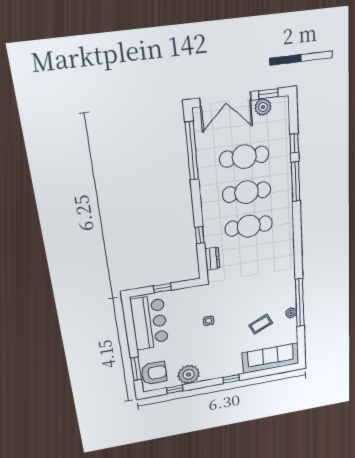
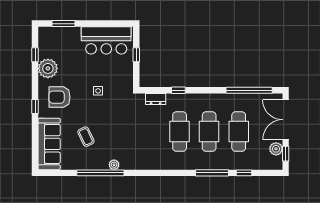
plant: (291, 313) -> (114, 165), moved
armchair: (154, 373) -> (60, 97), moved, turned 90

